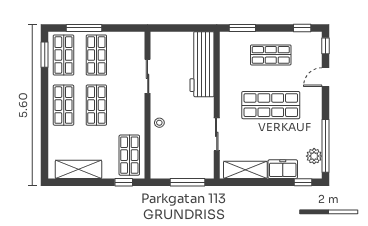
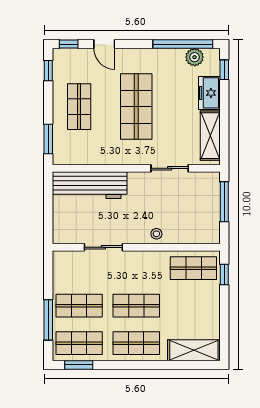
shelving: (79, 169) -> (194, 350), moved, turned 90

